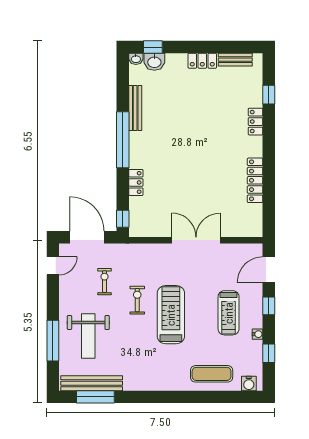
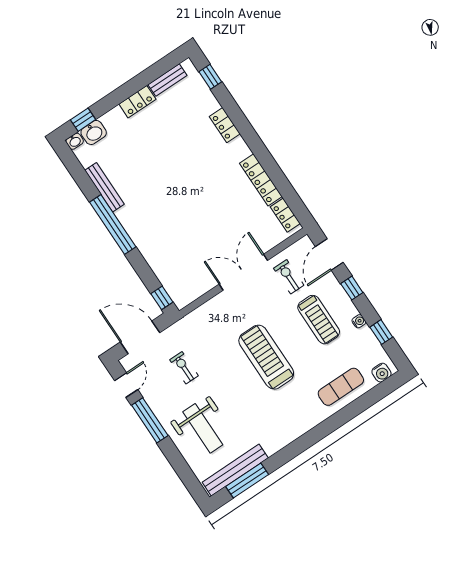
window: (269, 95) -> (210, 77), moved
locker: (136, 182) -> (285, 215), moved, turned 180
exercise bike: (137, 300) -> (289, 277), moved
window: (53, 341) -> (150, 420), moved

